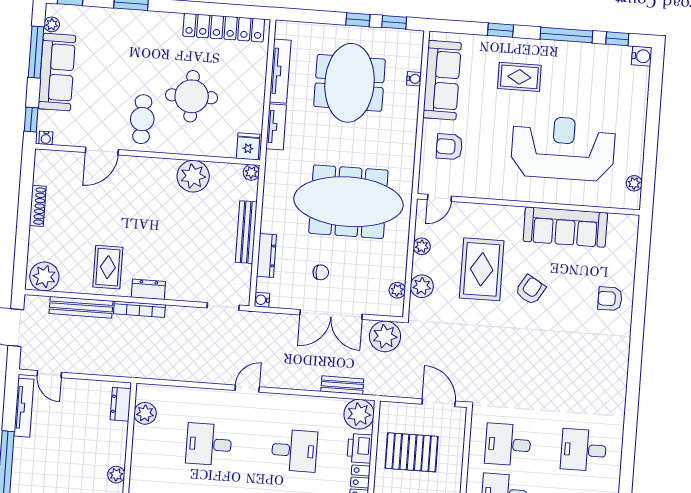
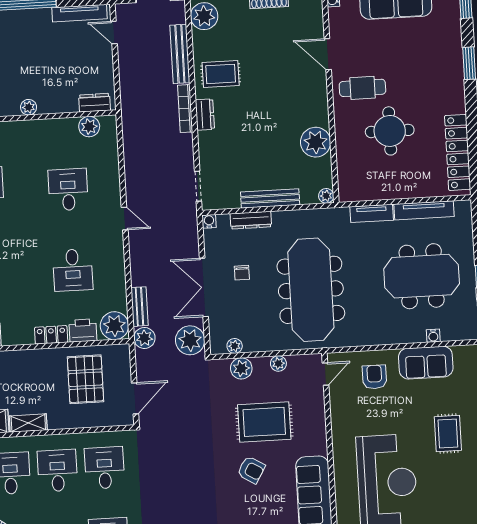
sofa: (442, 80) -> (426, 363), width x0.73
fridge: (248, 146) -> (350, 190), removed
door: (439, 198) -> (326, 374), swing flipped
door: (49, 374) -> (114, 33), hinge flipped
plant: (376, 384) -> (144, 338), added

